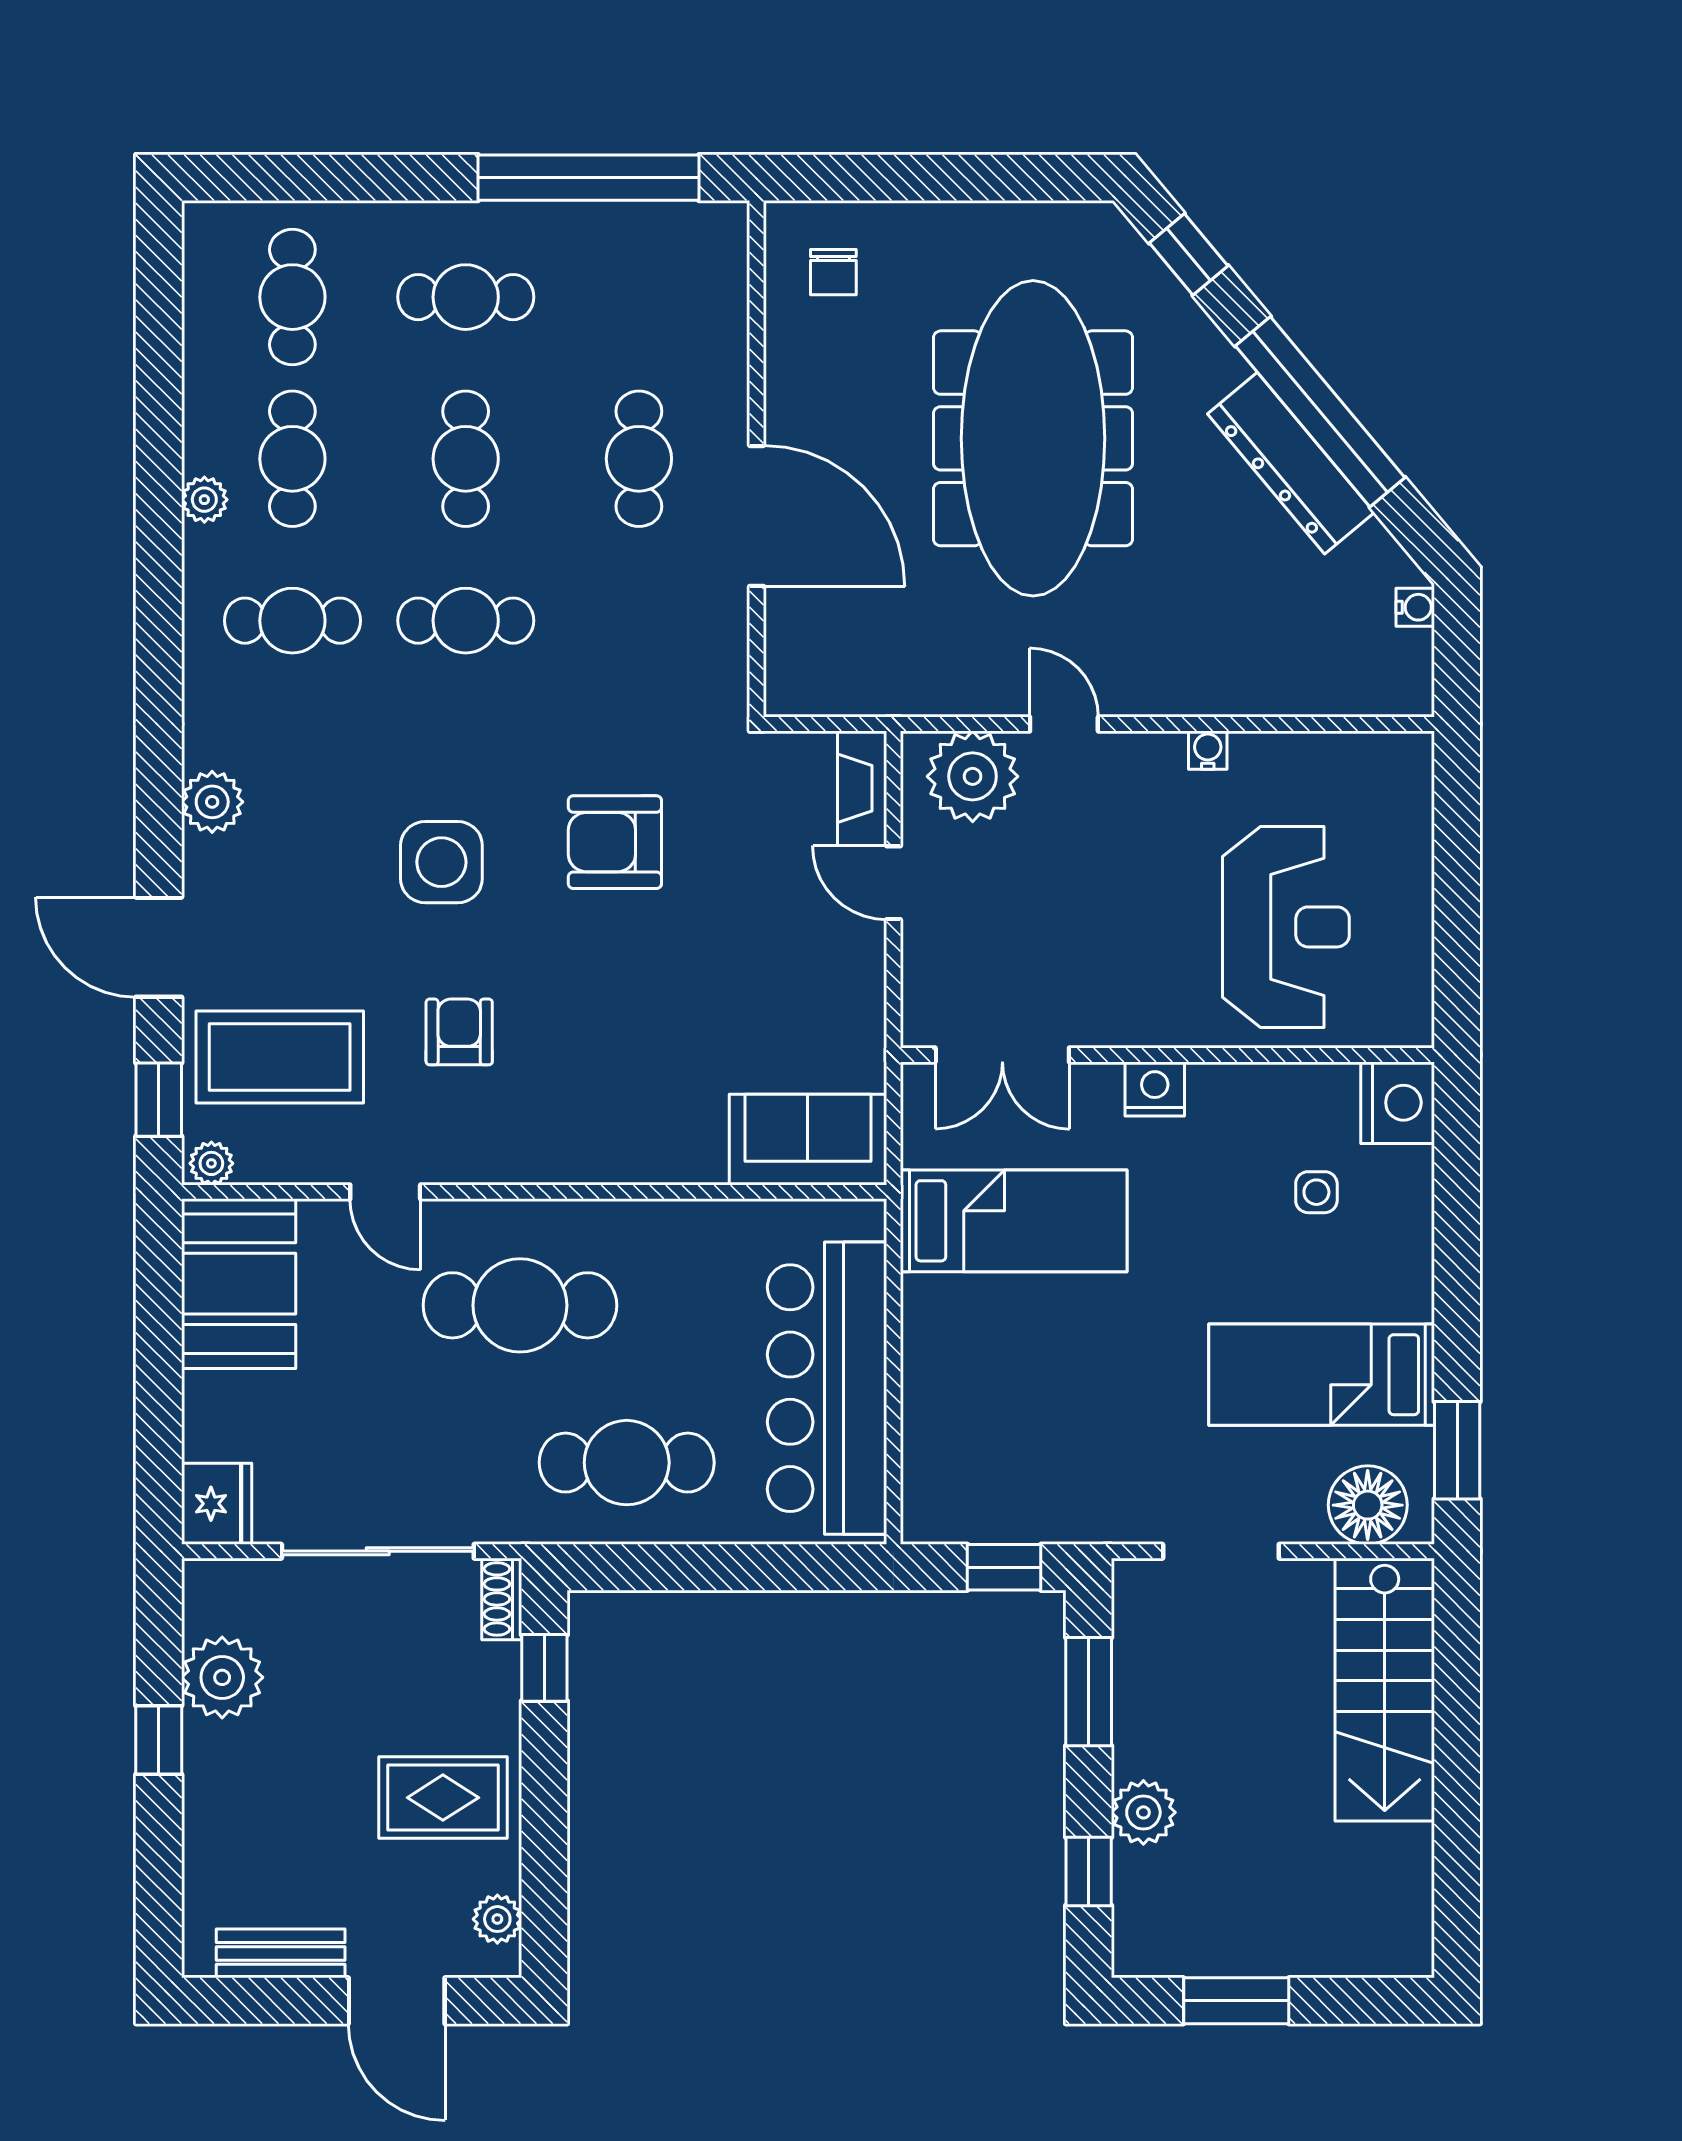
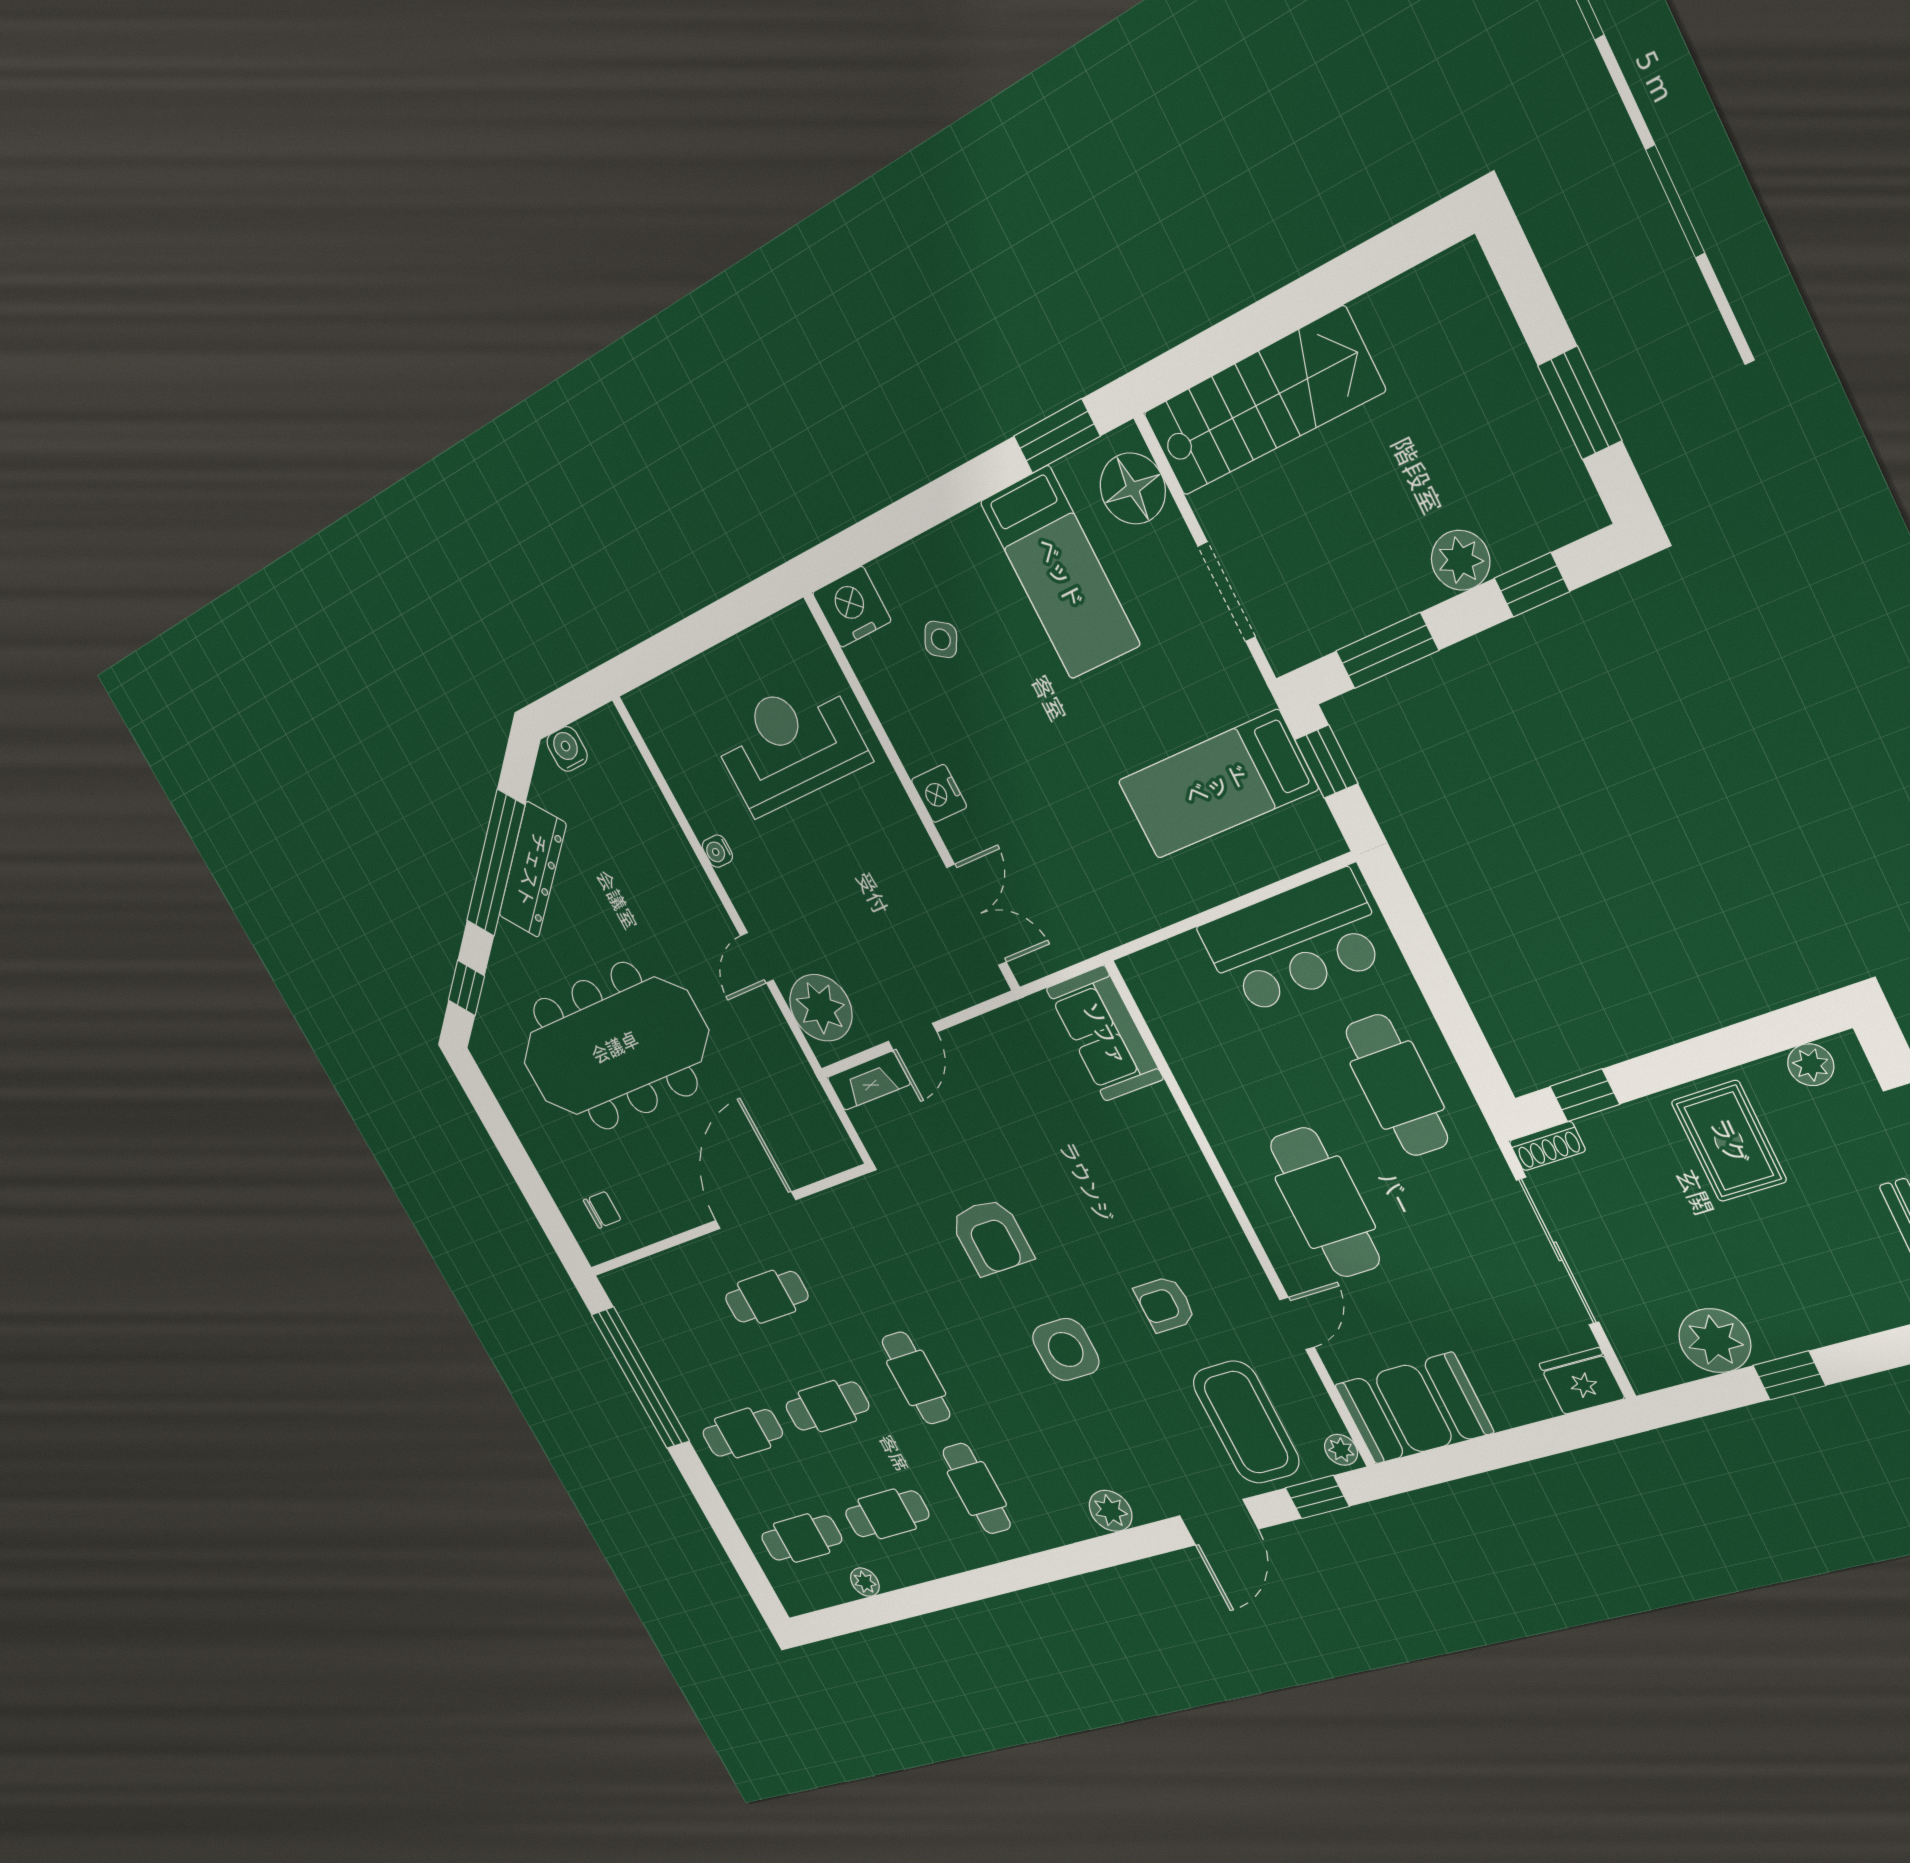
cafe table: (466, 297) -> (743, 1433), turned 90
plant: (204, 500) -> (865, 1582), moved
water cooler: (1415, 607) -> (567, 749), width x1.38, depth x1.38
side table: (1316, 1192) -> (941, 639), turned 32
bed: (1014, 1221) -> (1217, 785), moved, turned -90
bar counter: (827, 1388) -> (1294, 943), width x0.73

